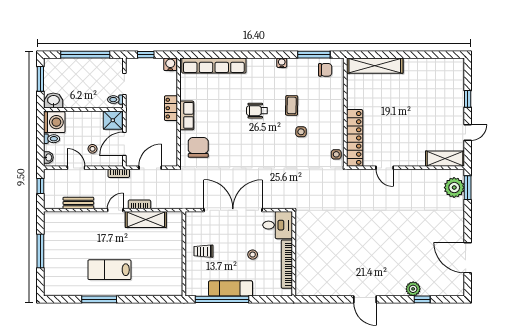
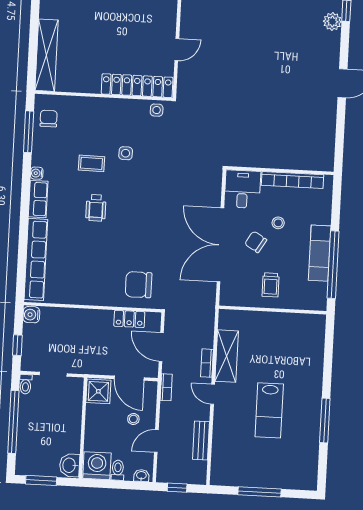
toilet: (115, 100) -> (26, 384), moved
locker: (171, 108) -> (129, 319), moved
row of seats: (187, 115) -> (38, 199), moved, turned 90
chair: (237, 238) -> (256, 242), added
lab bench: (109, 270) -> (269, 410), moved

